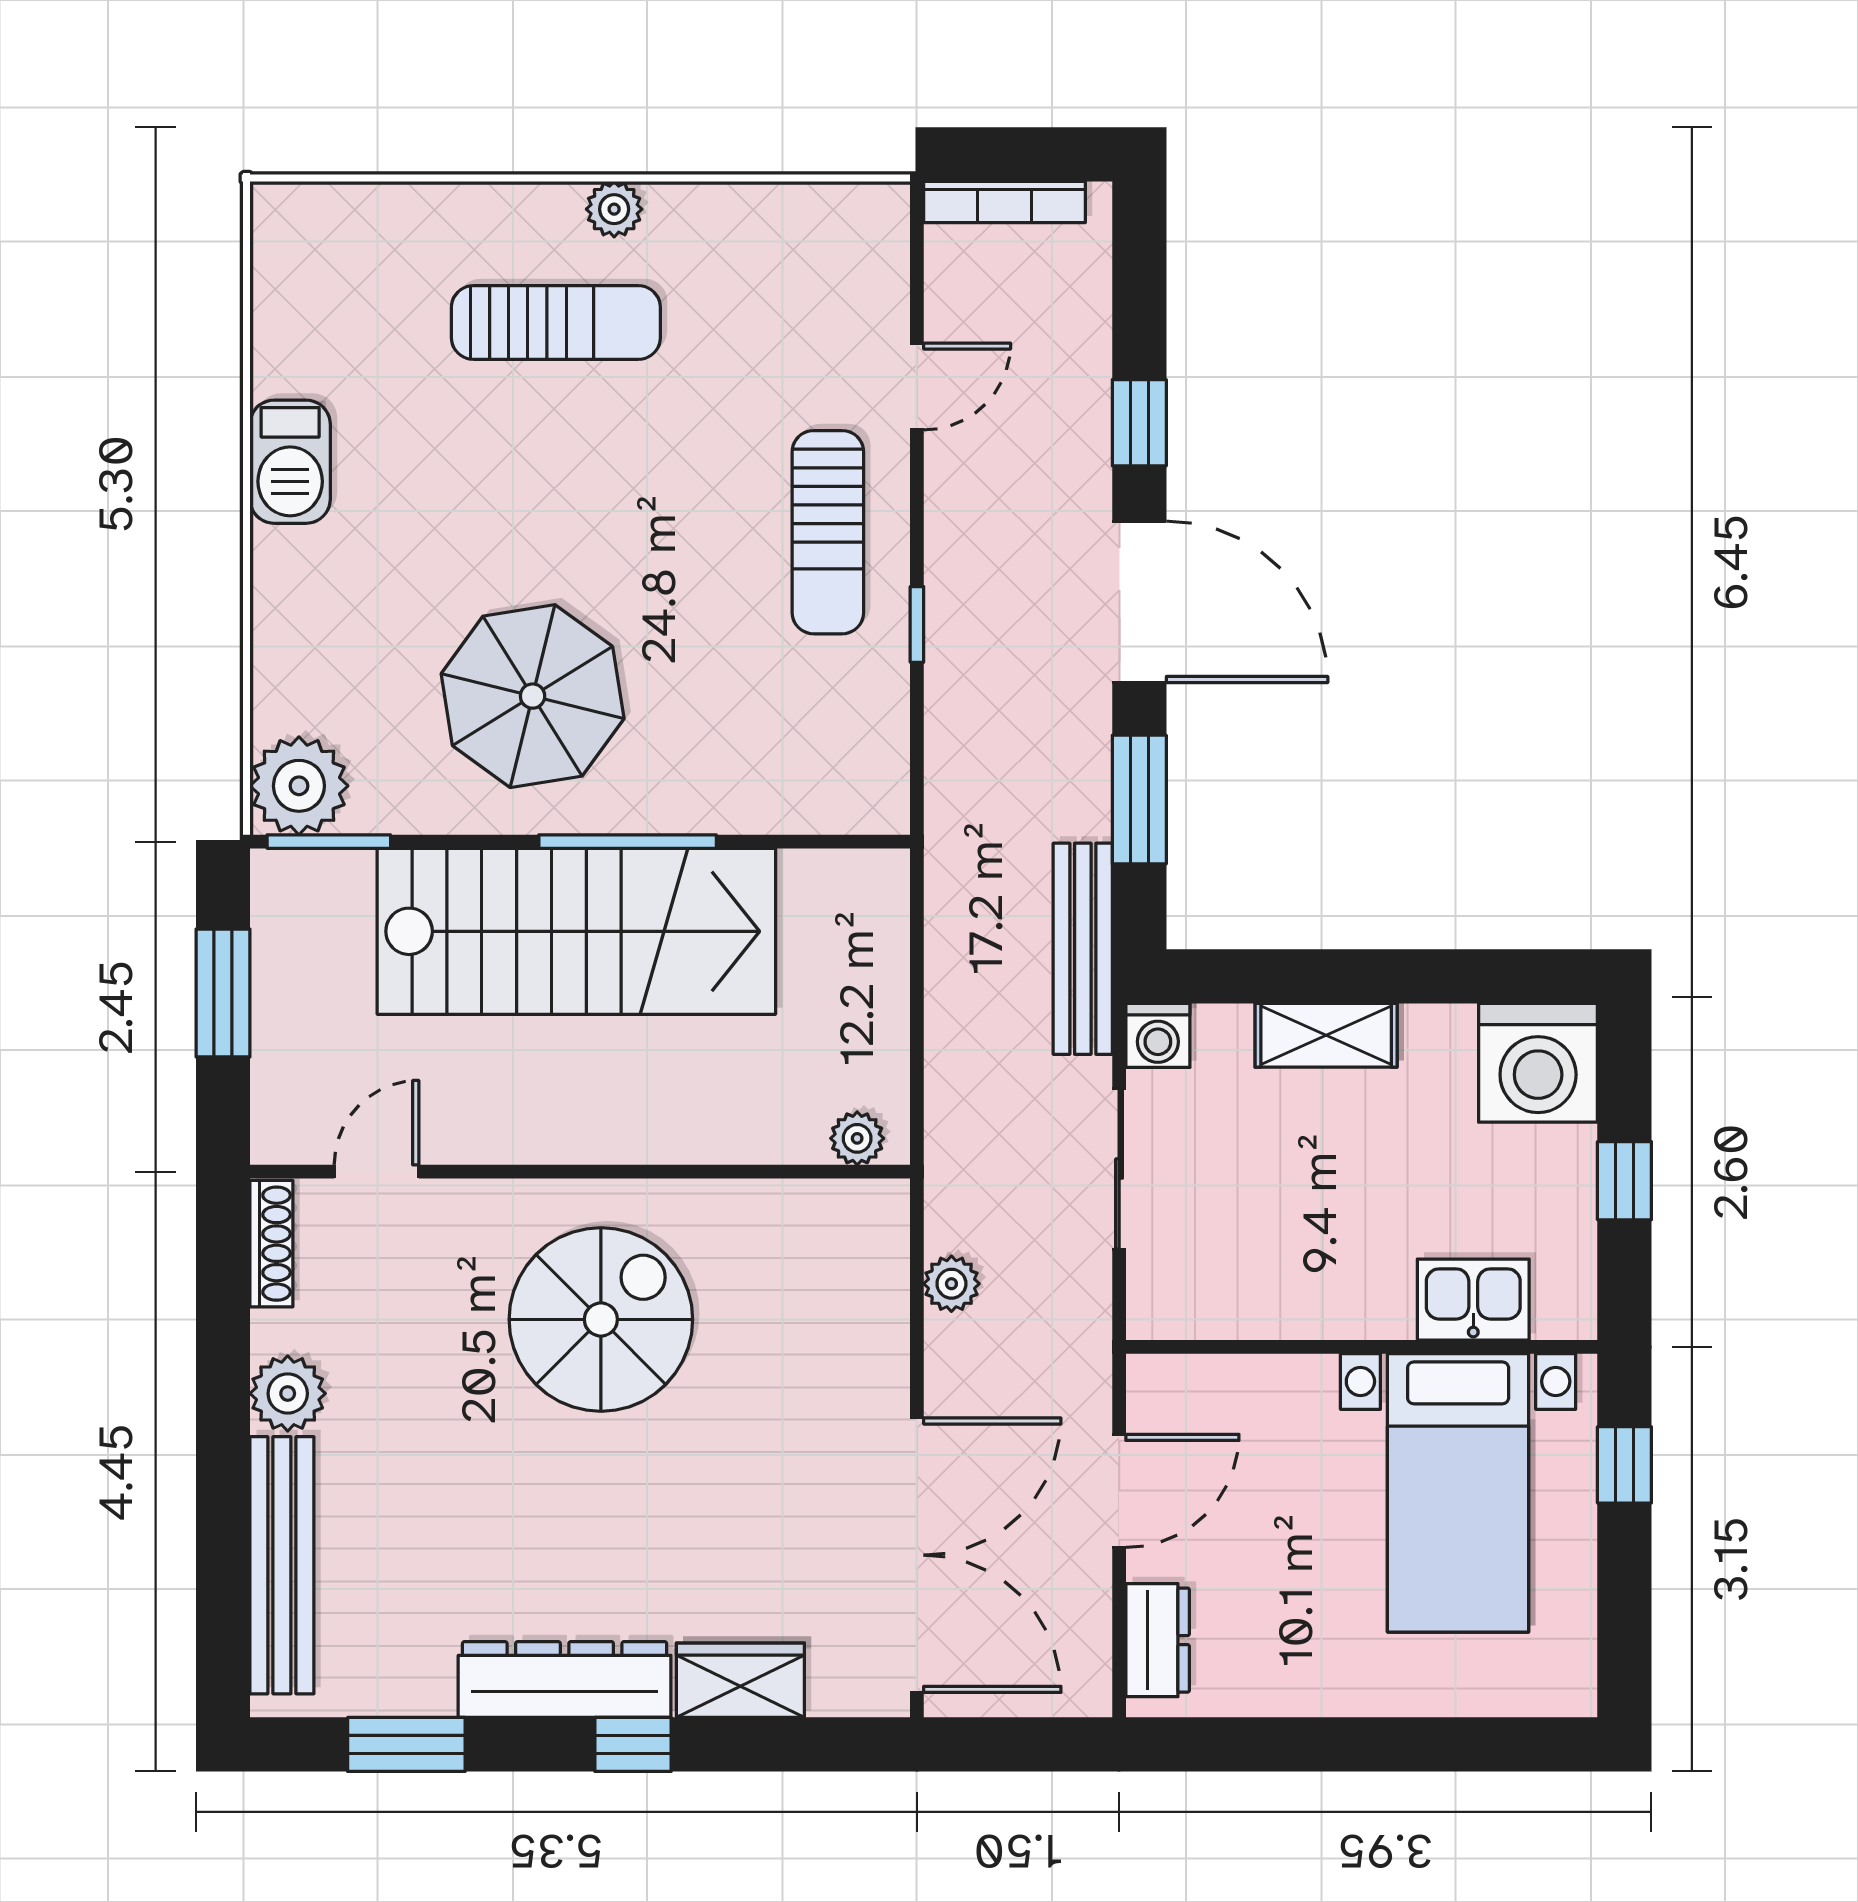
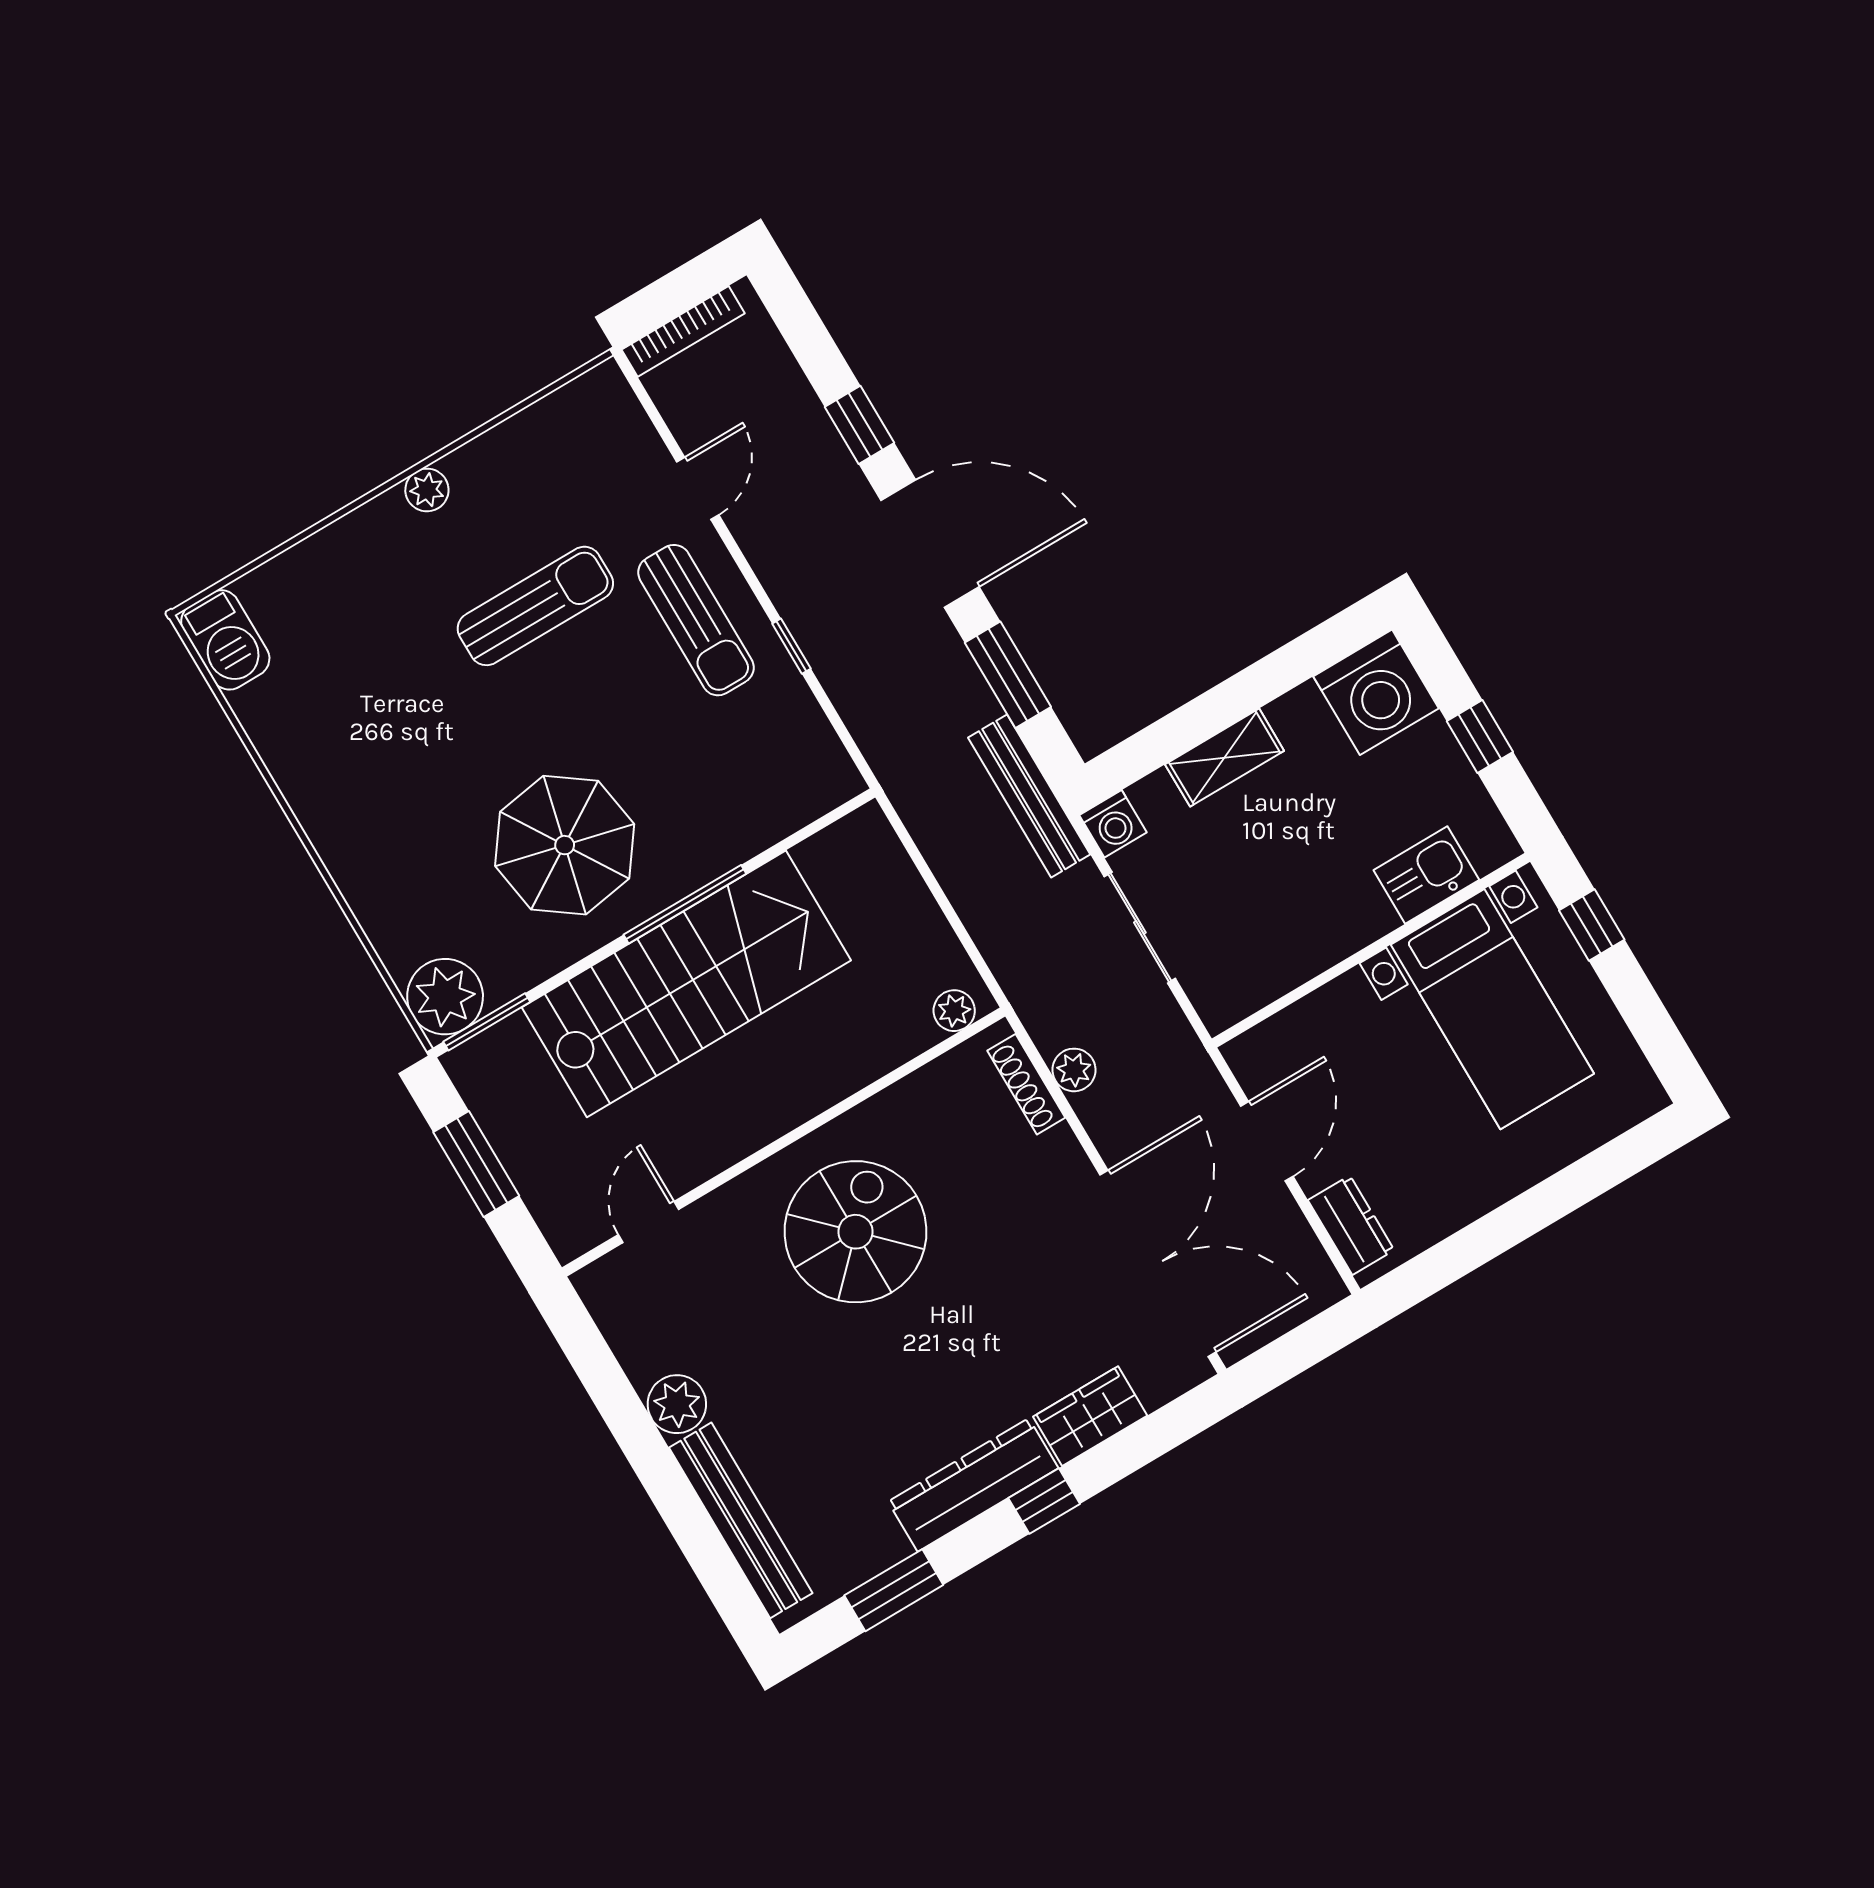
sun lounger: (556, 323) -> (535, 606), moved
barbecue: (290, 462) -> (225, 640), moved
shoe rack: (271, 1244) -> (1026, 1084), moved, turned 180

